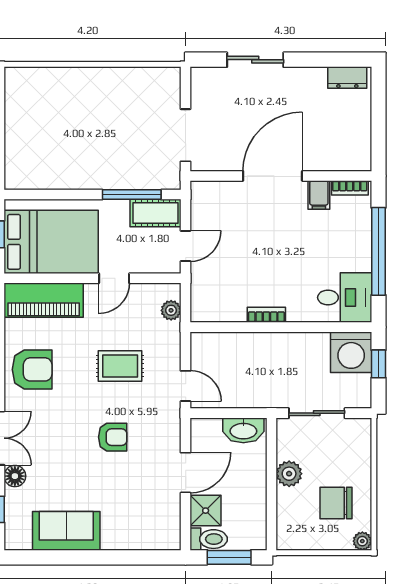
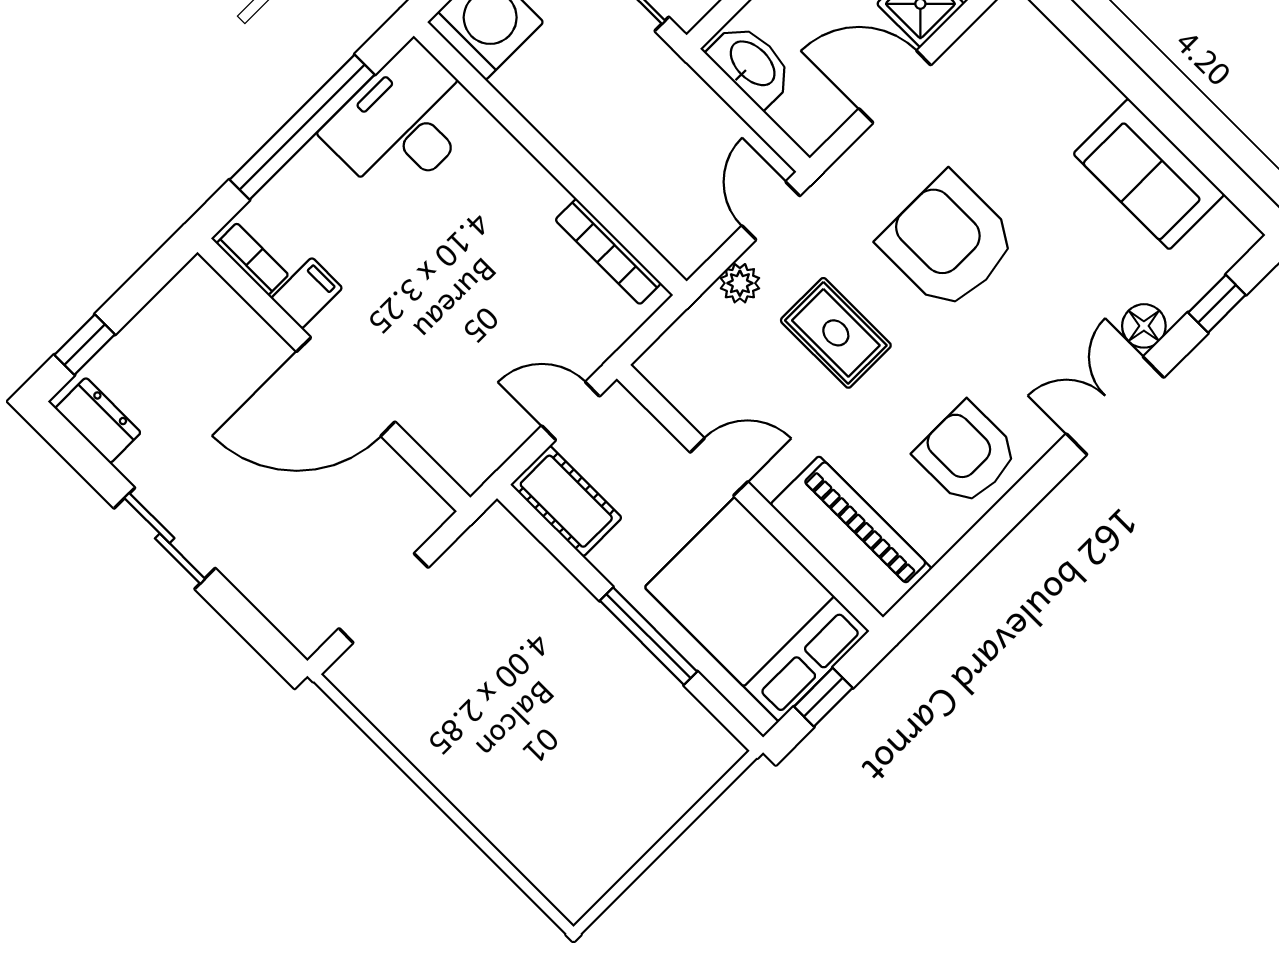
sliding door: (255, 60) -> (165, 538), moved
window: (379, 99) -> (85, 345), added
doorway: (186, 135) -> (384, 598), moved
window: (132, 195) -> (649, 636), moved
desk: (345, 298) -> (403, 123), width x1.37
plant: (171, 310) -> (740, 283), moved
bookcase: (266, 315) -> (608, 252), moved, width x1.56
armchair: (113, 437) -> (948, 242), width x1.88, depth x1.88

